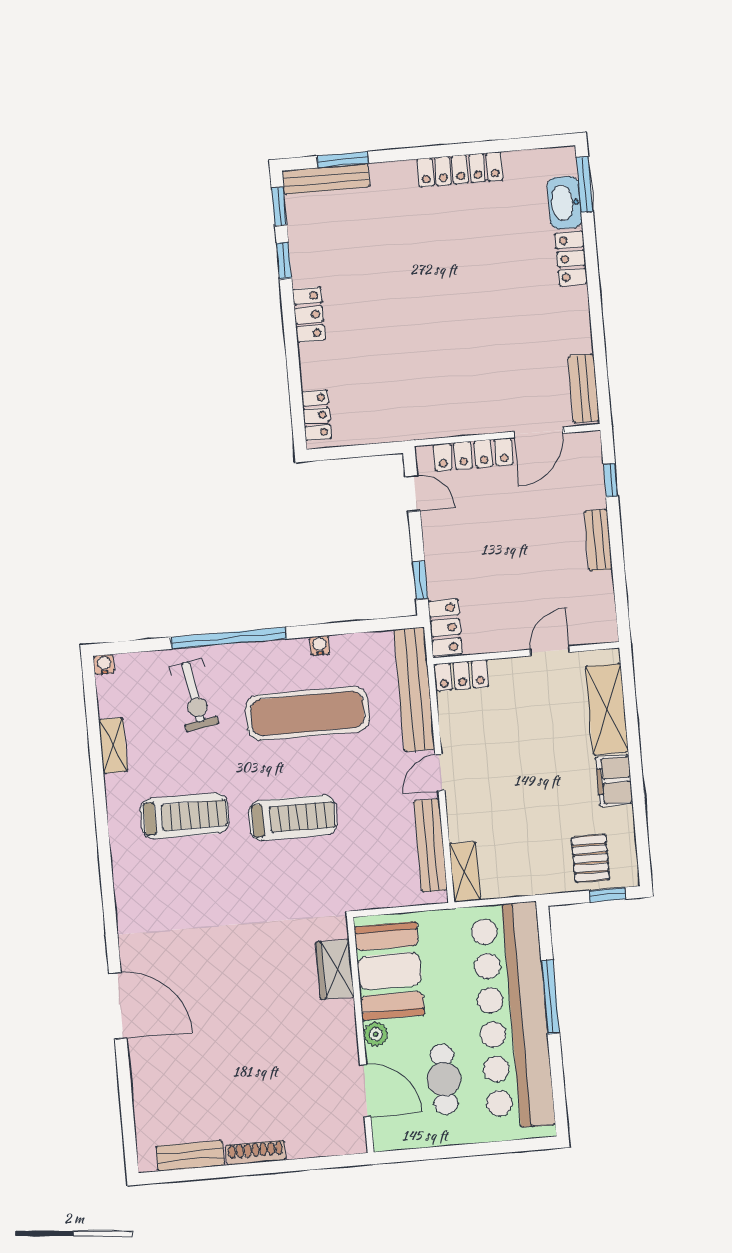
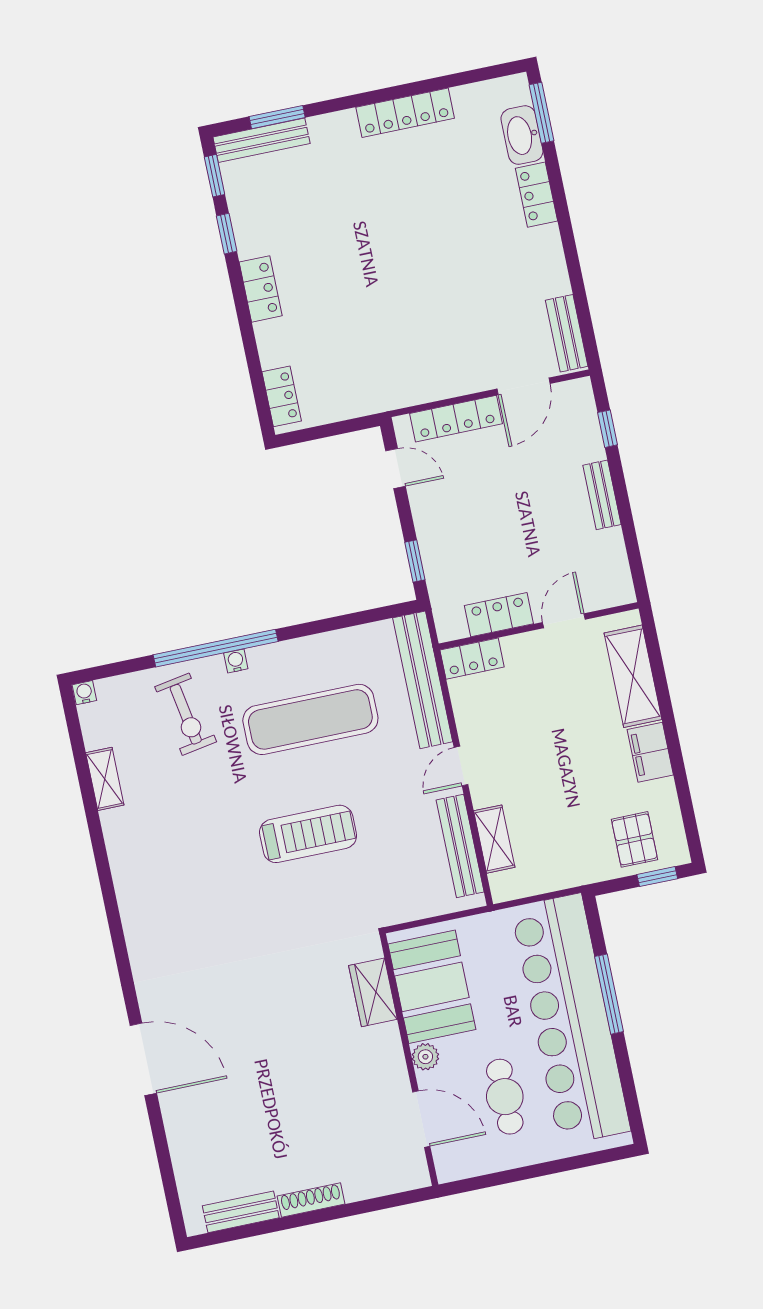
locker: (445, 628) -> (499, 615), moved, turned -90
water cooler: (320, 645) -> (236, 661), moved
treadmill: (185, 816) -> (191, 846), removed
shelving: (465, 872) -> (494, 839), moved

